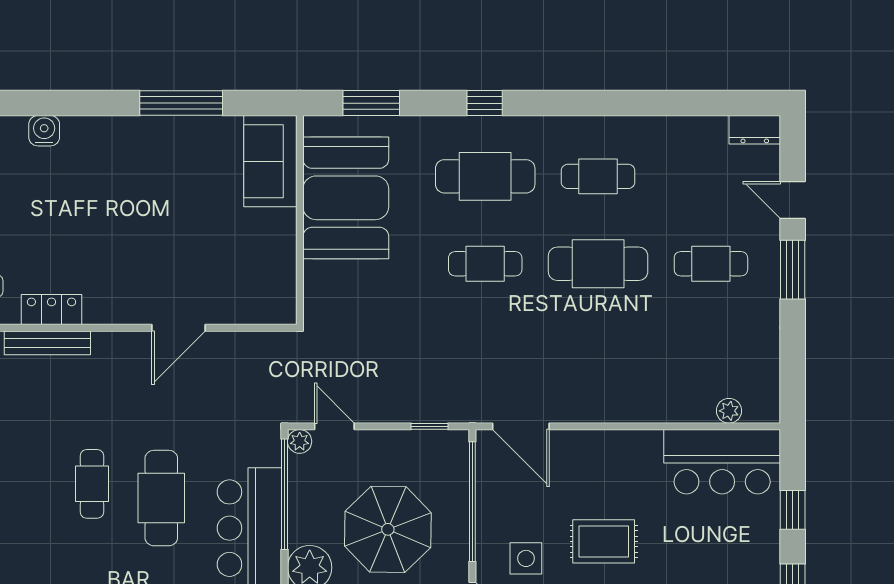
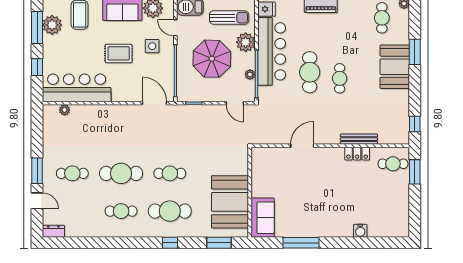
plant: (300, 441) -> (250, 74), moved
bar counter: (722, 462) -> (77, 88), width x1.36

